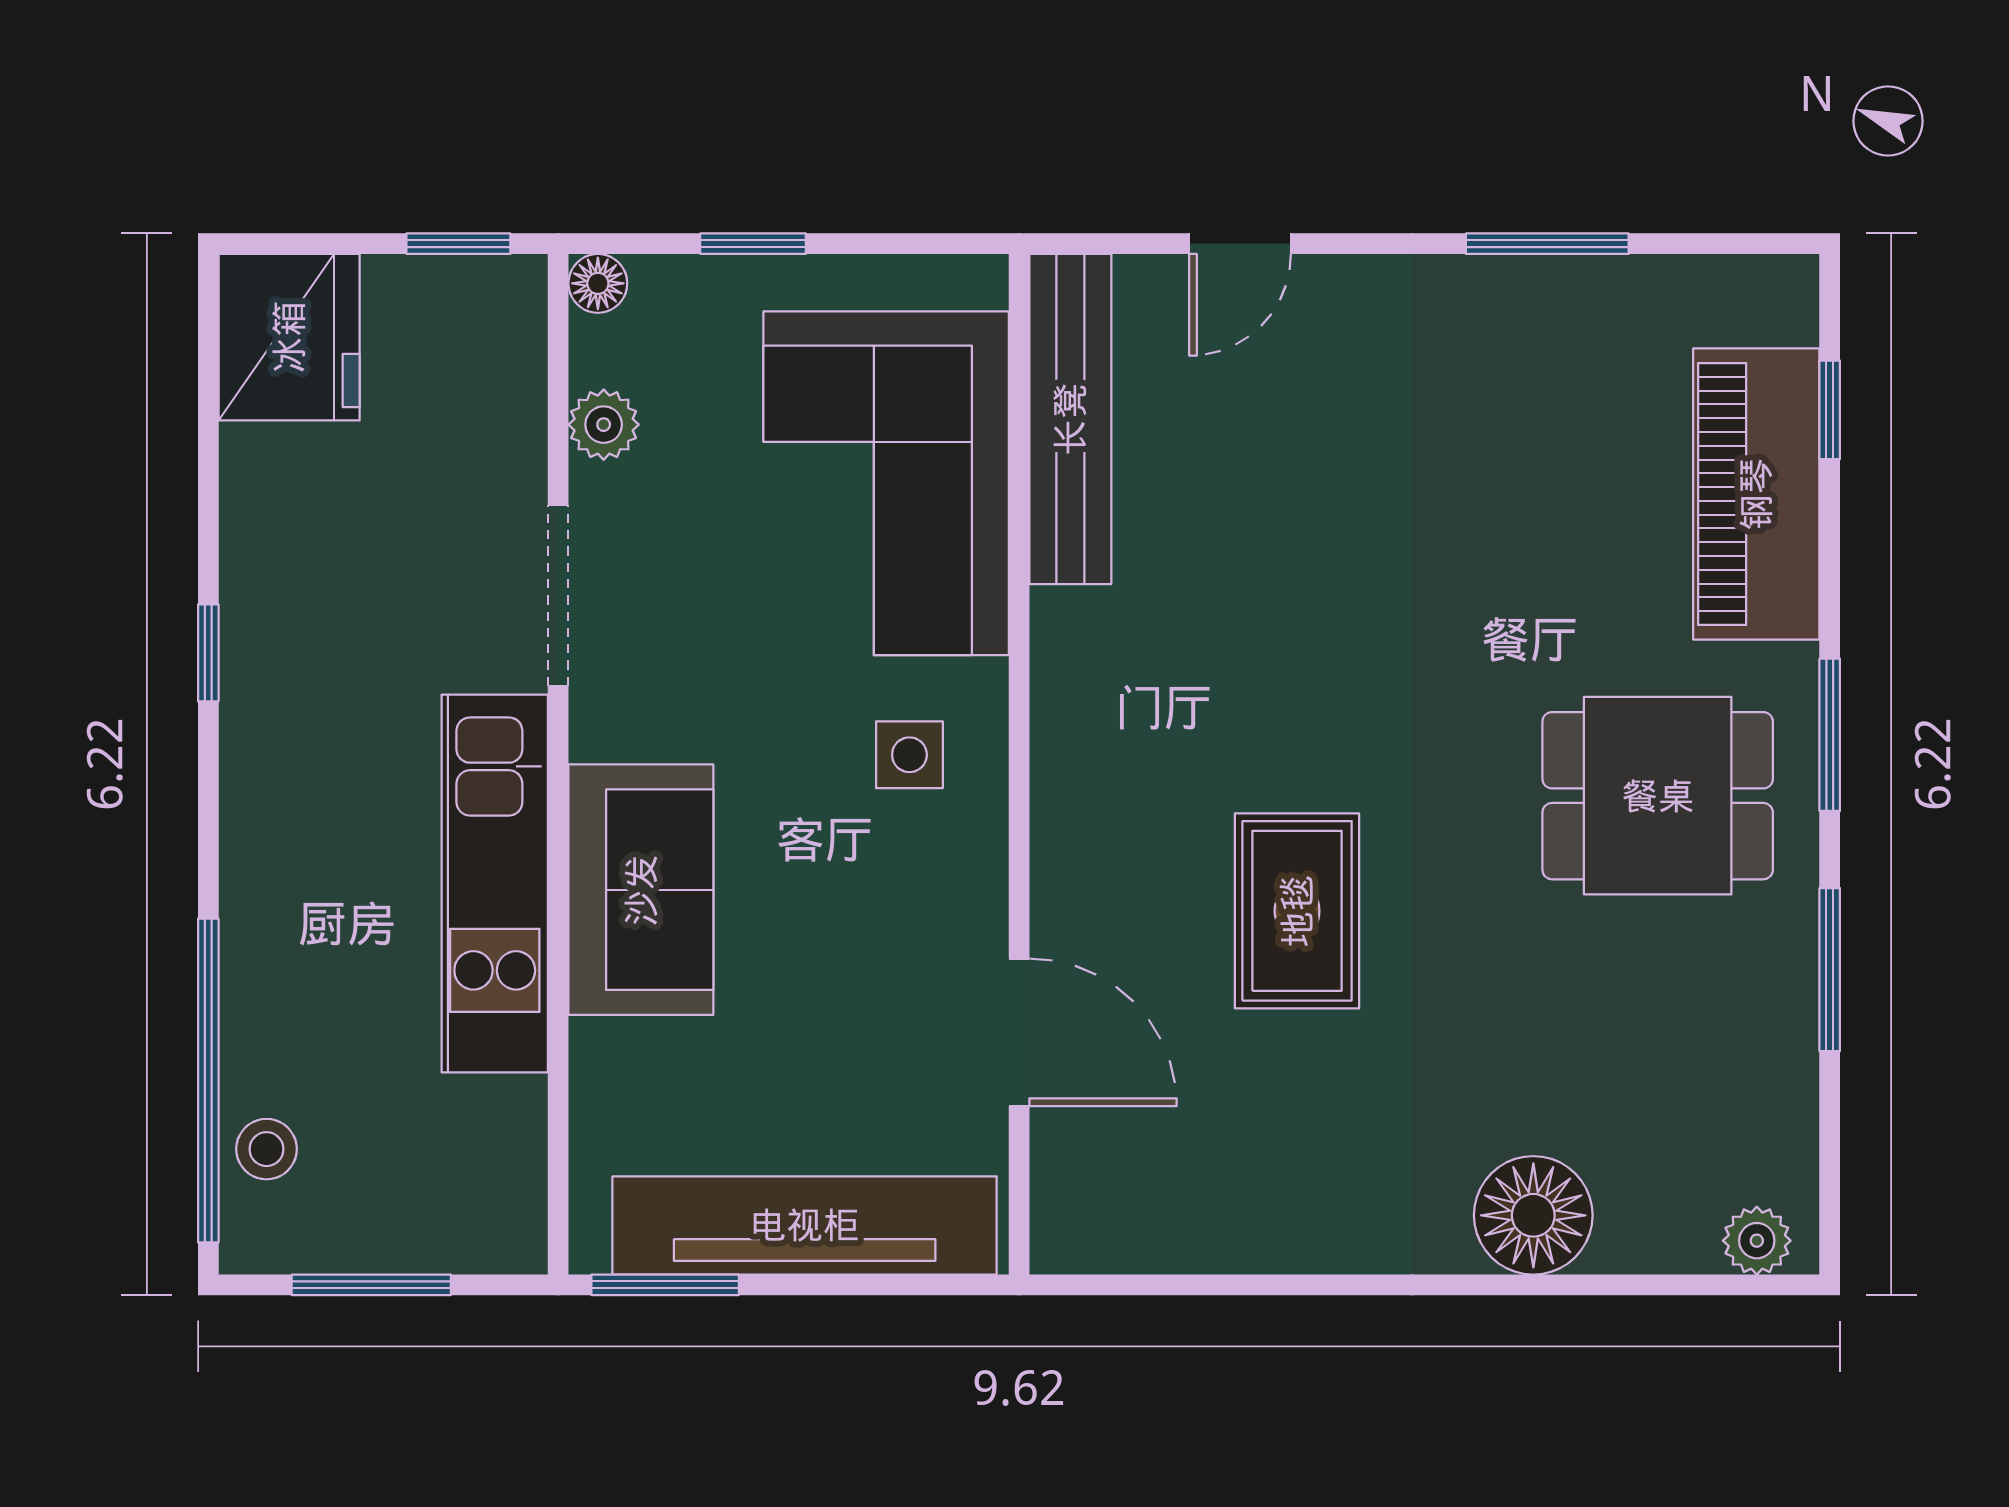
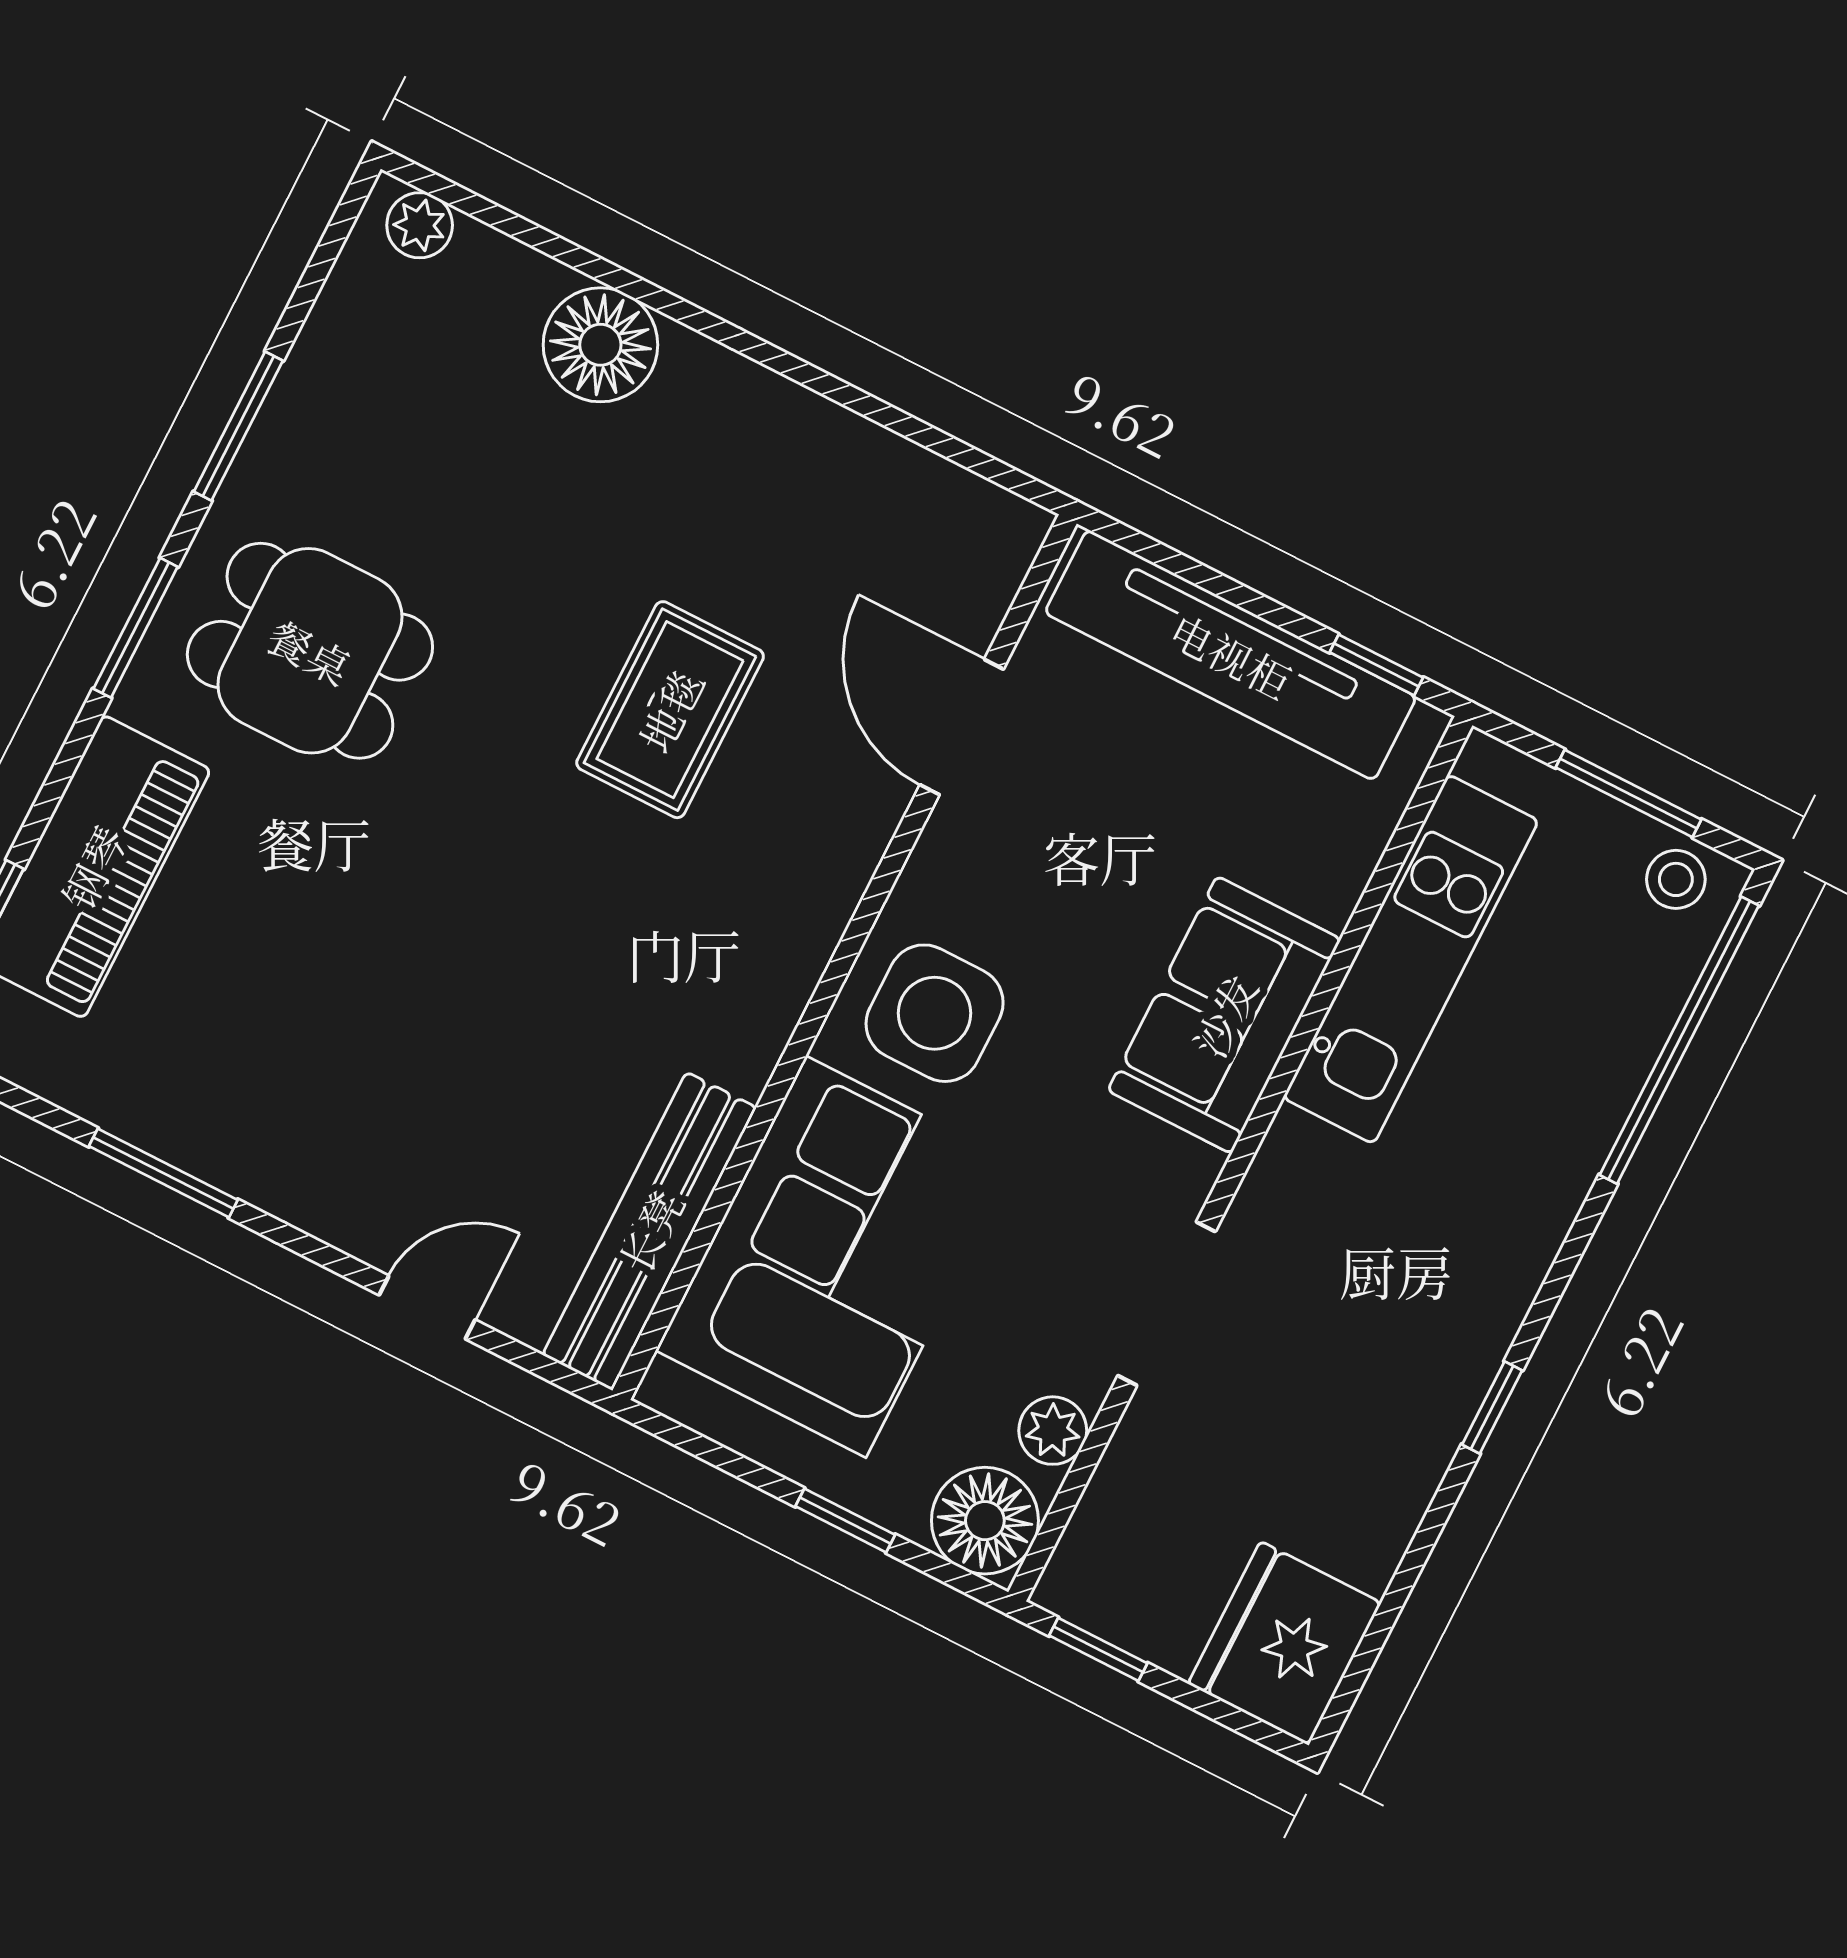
floor lamp: (598, 283) -> (985, 1521), width x1.89, depth x1.89
side table: (909, 755) -> (935, 1013), width x1.87, depth x1.87
kitchen unit: (495, 884) -> (1411, 959), moved
stool: (266, 1149) -> (1676, 879), moved
window: (665, 1285) -> (1376, 665), width x0.67

